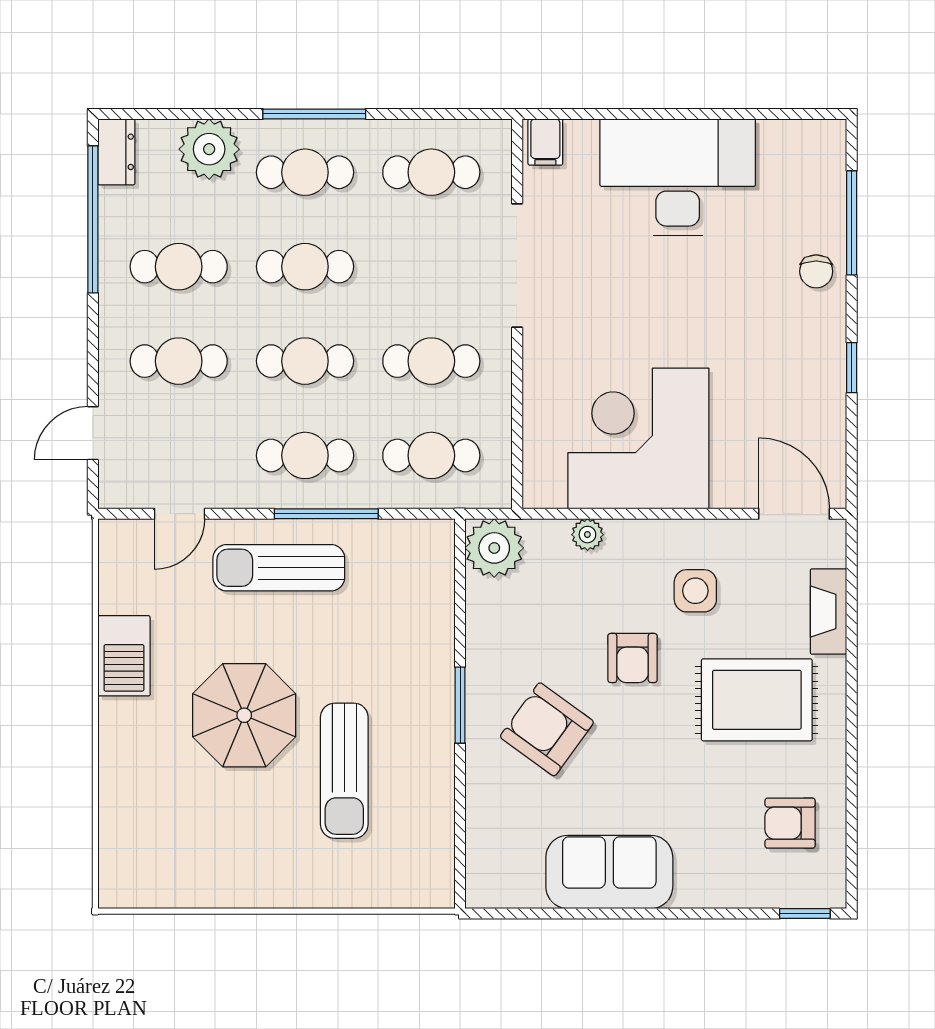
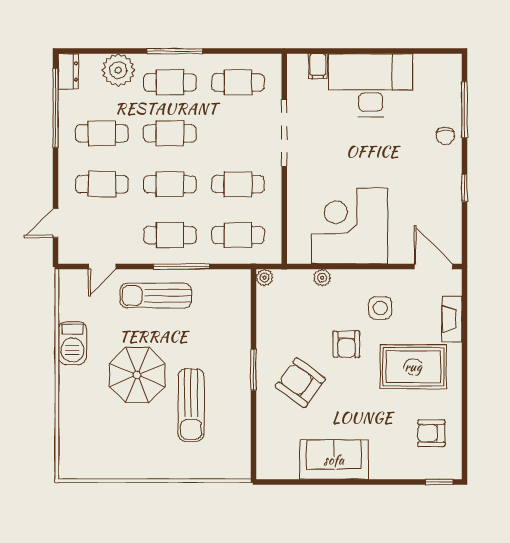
filing cabinet: (545, 142) -> (318, 66), moved
plant: (494, 548) -> (264, 278), width x0.53, depth x0.53

